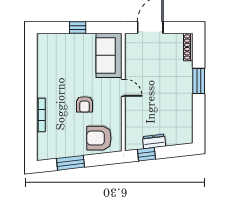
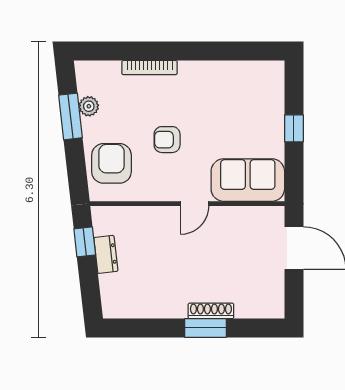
shoe rack: (188, 47) -> (211, 311), moved
plant: (64, 152) -> (89, 106), added

